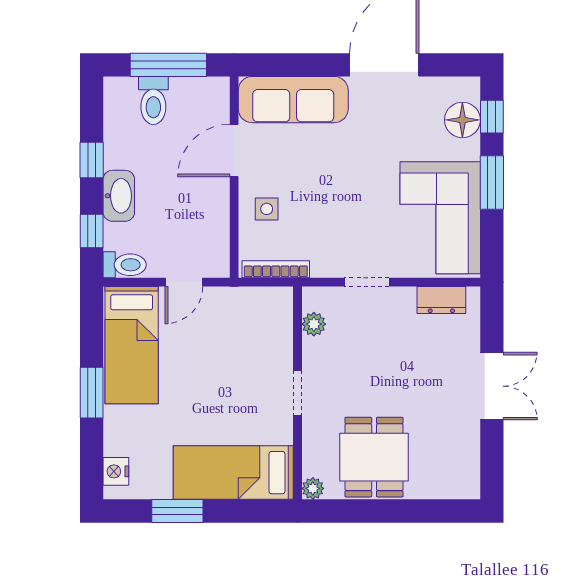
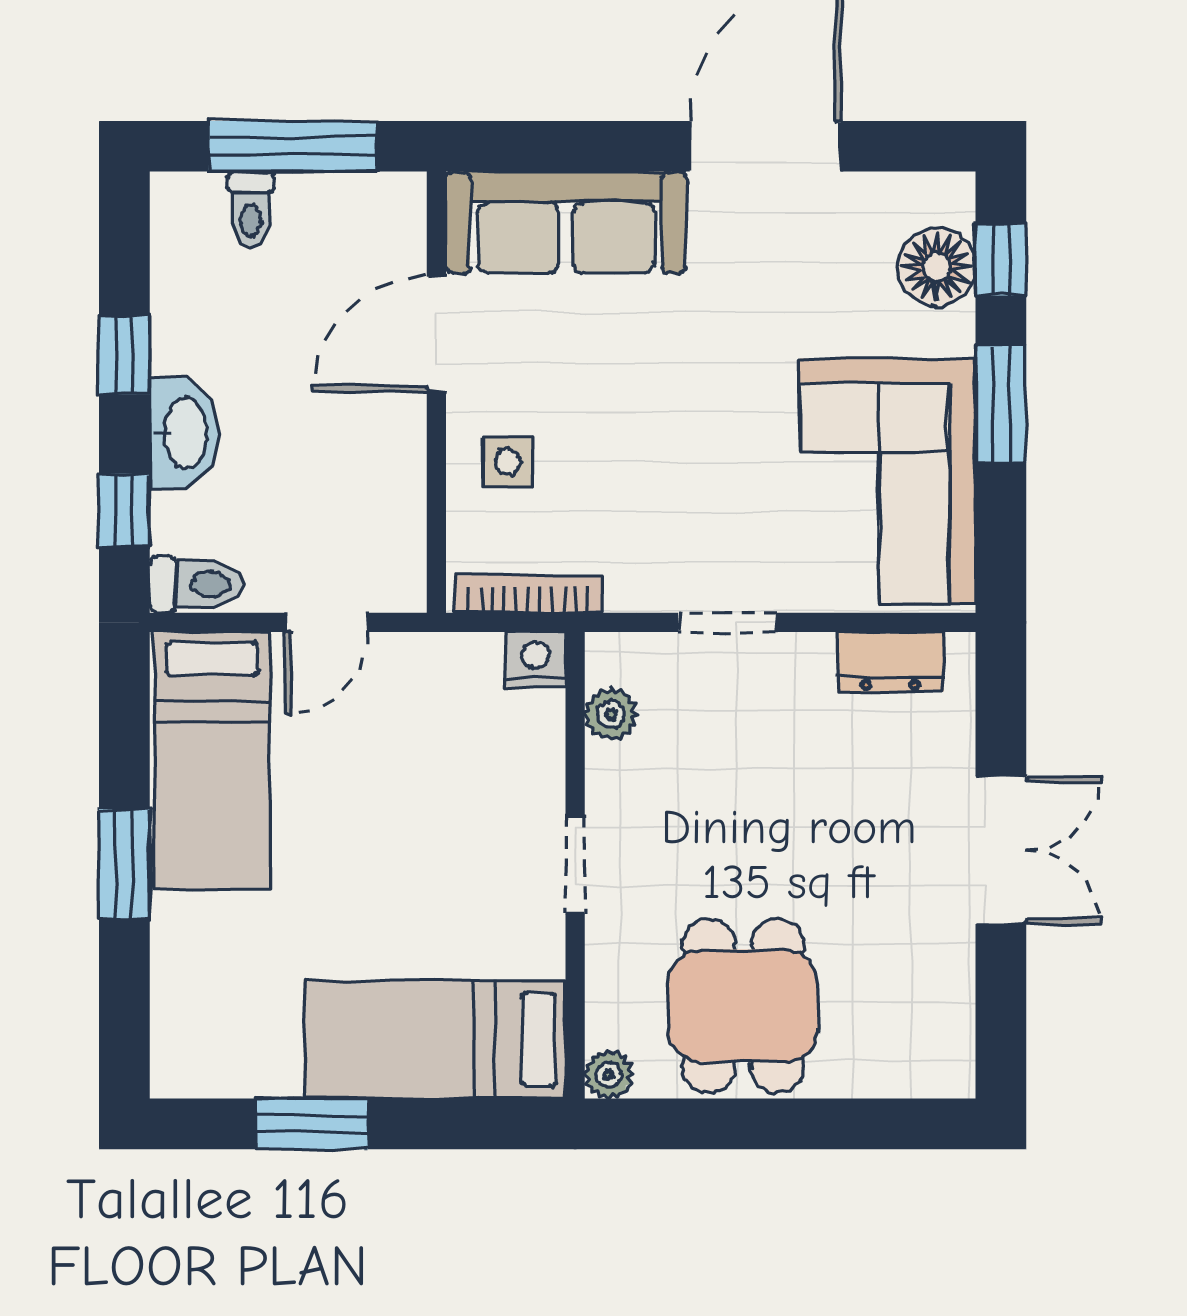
toilet: (153, 100) -> (251, 210), width x0.73, depth x0.72
nightstand: (116, 471) -> (535, 660), moved, turned 90

